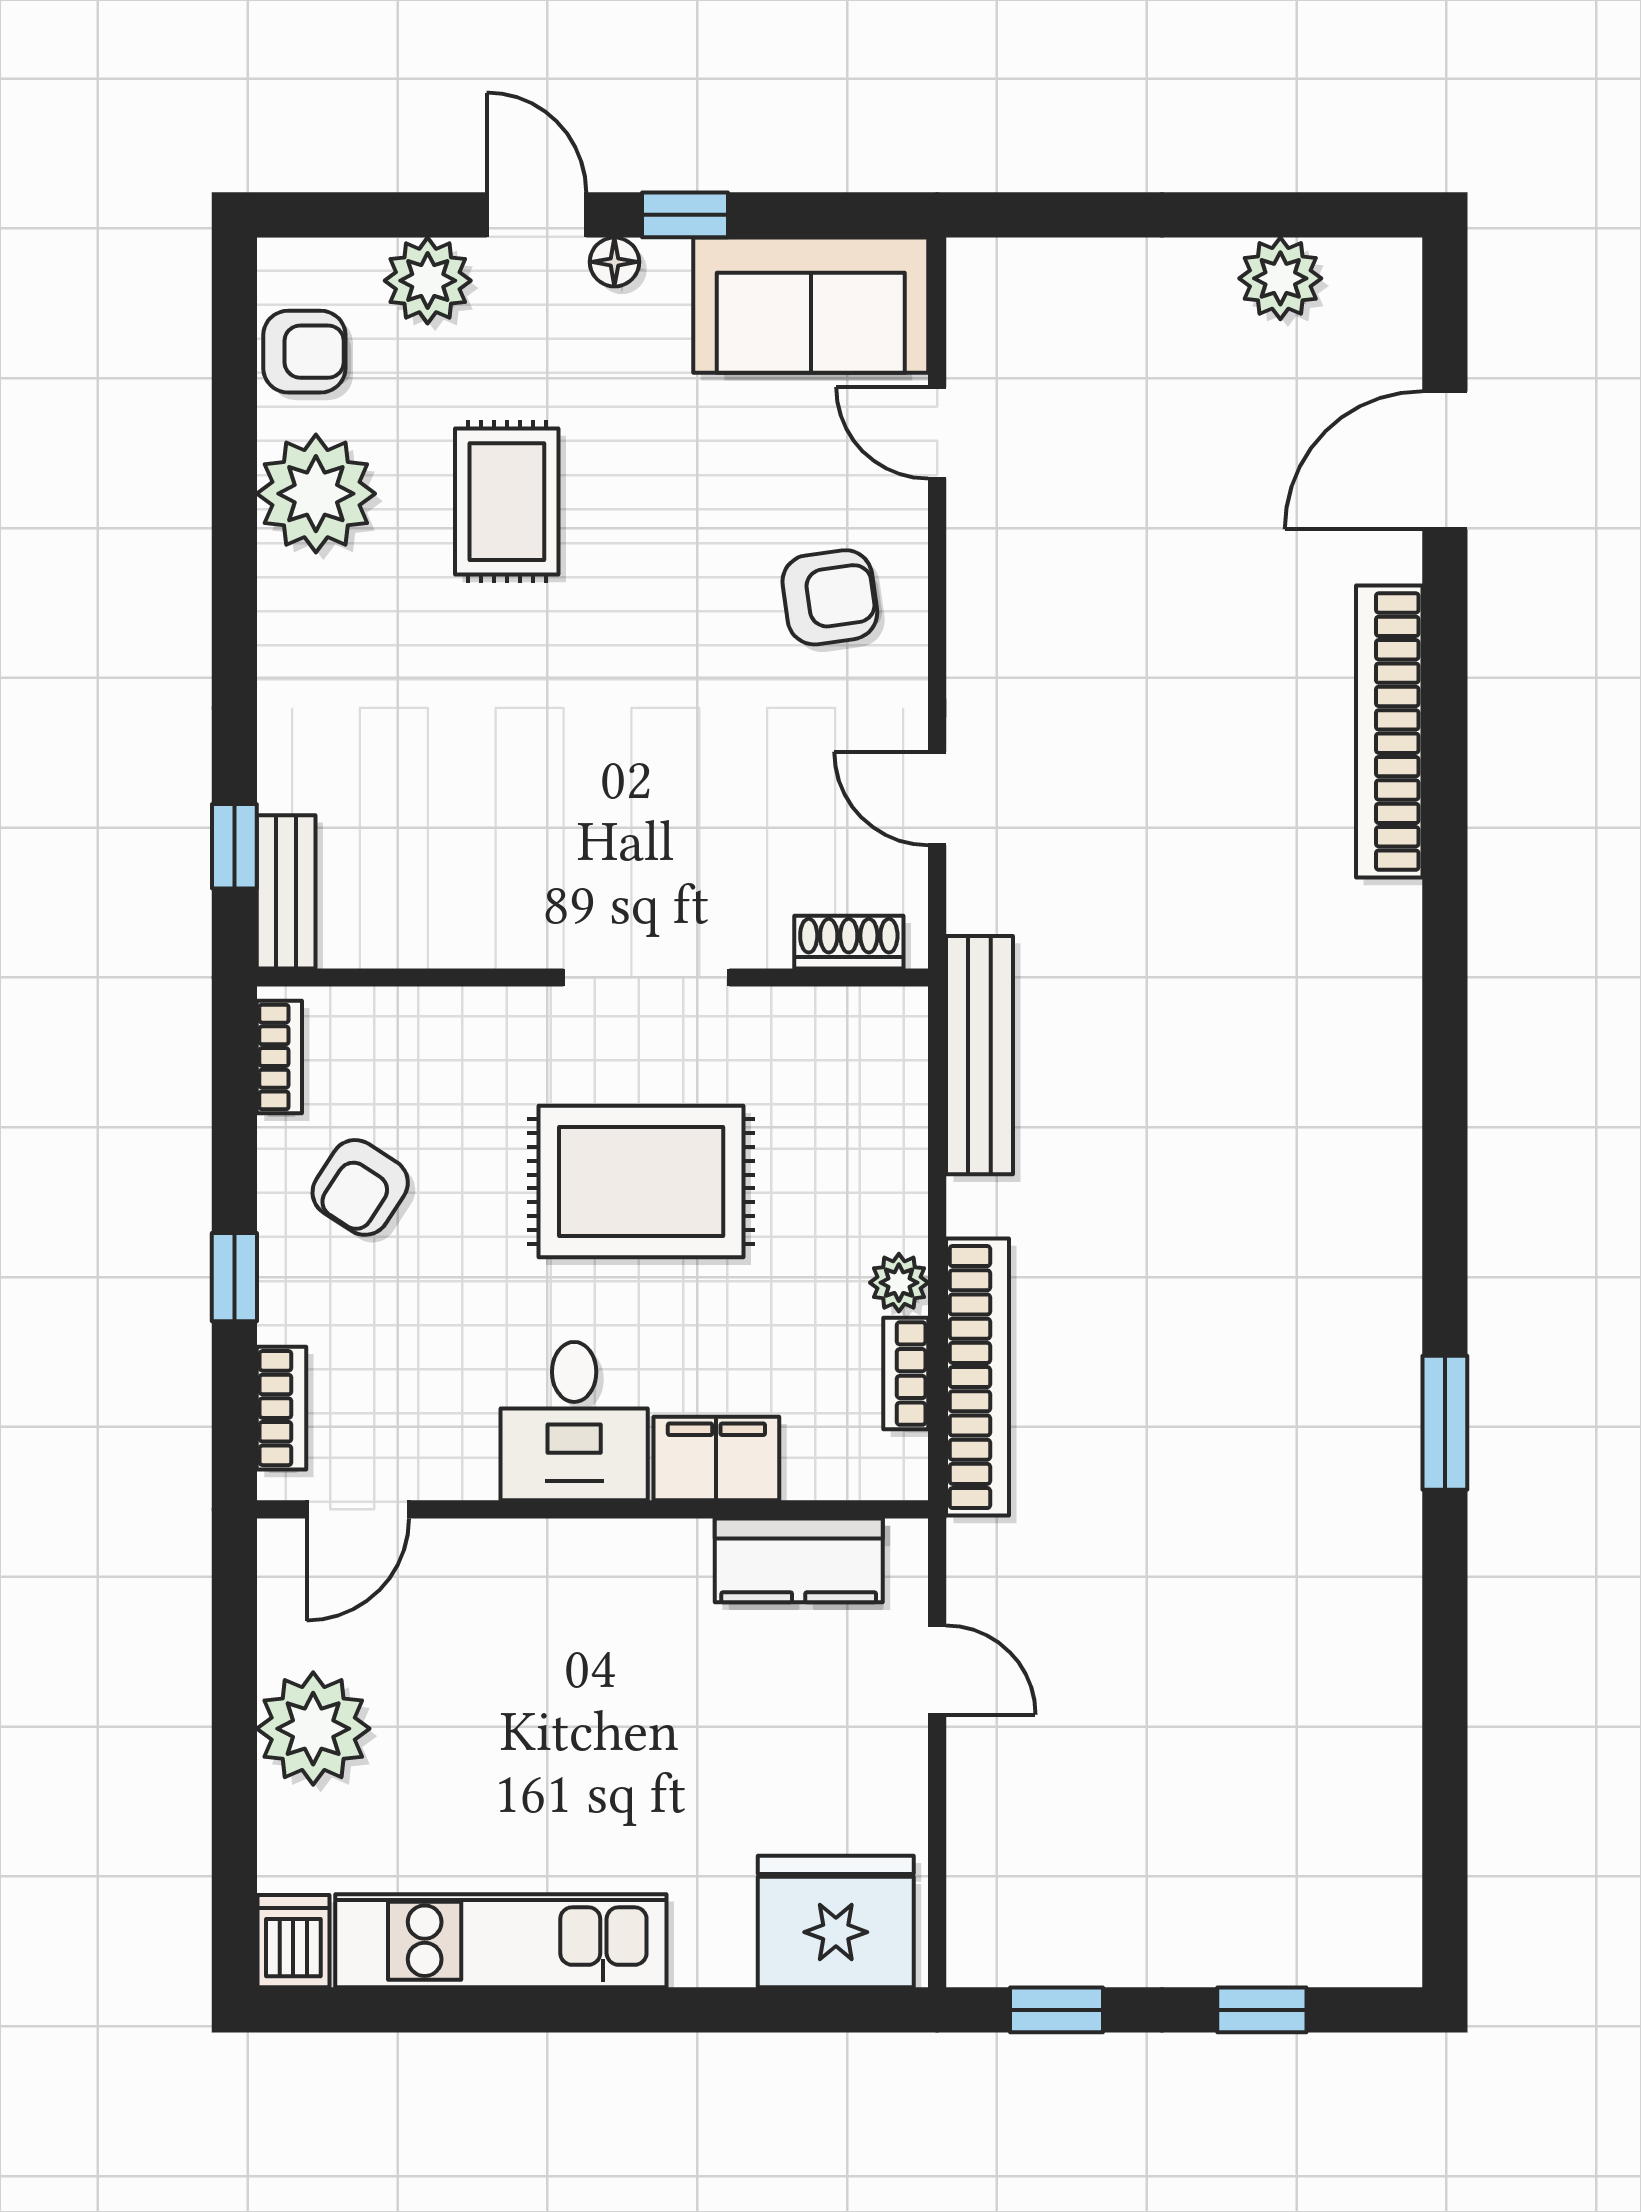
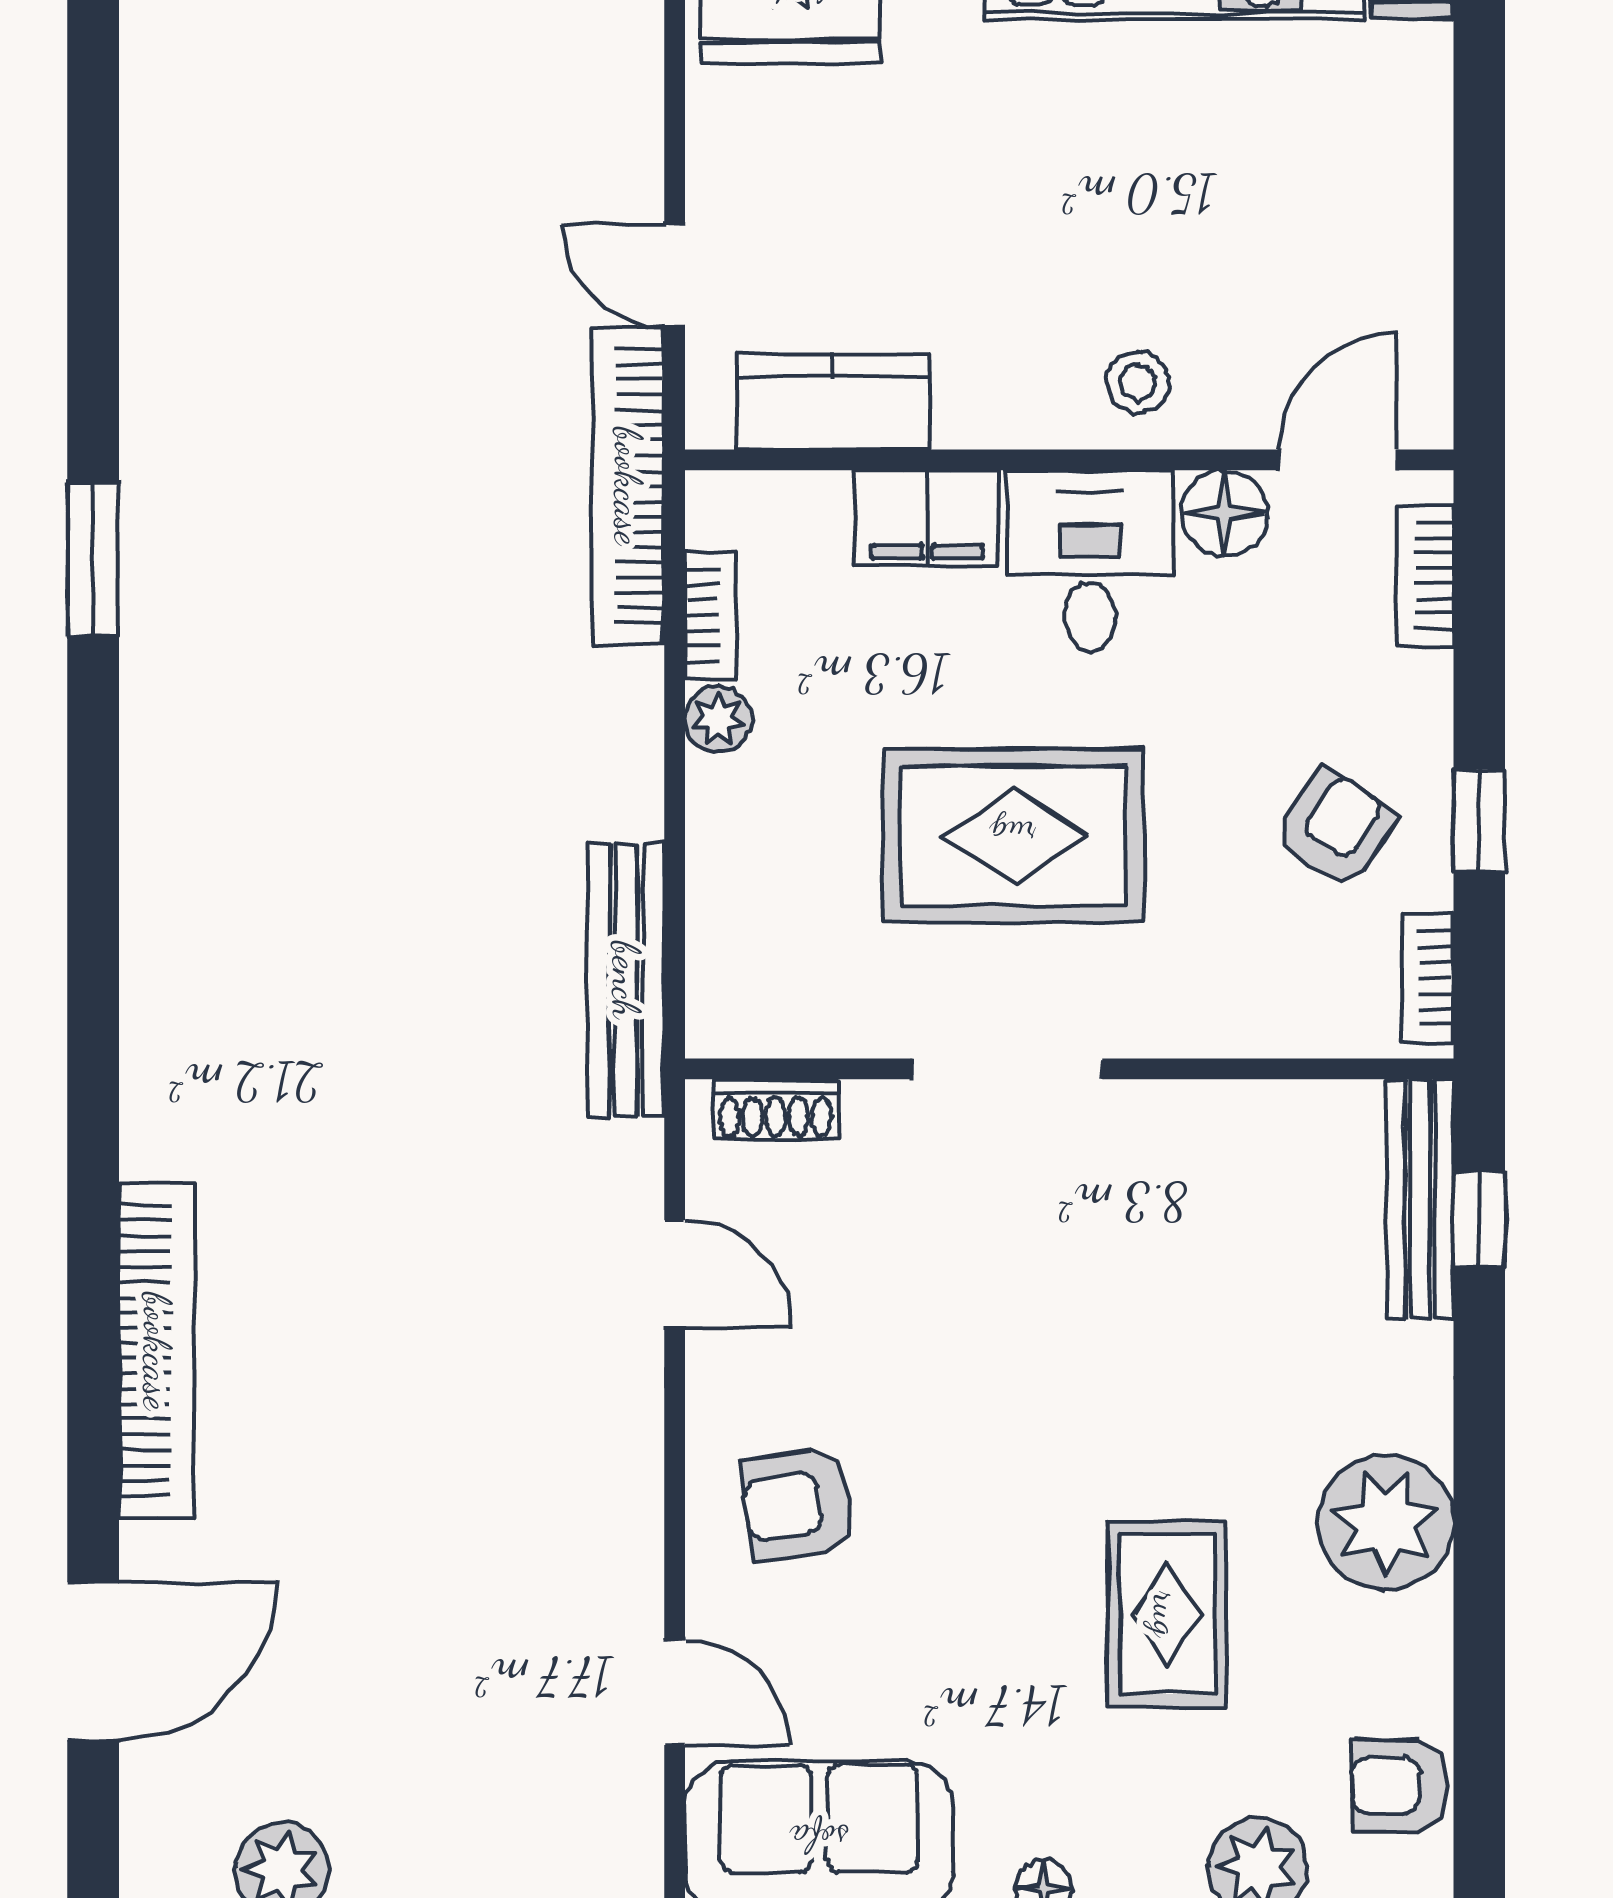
plant: (316, 494) -> (1386, 1522), moved
bench: (286, 892) -> (1420, 1199), width x1.36
window: (234, 1277) -> (1479, 820), moved
bookcase: (977, 1377) -> (628, 486), moved
floor lamp: (457, 1463) -> (1224, 513), added
stool: (533, 1577) -> (1138, 382), added
plant: (313, 1729) -> (1389, 209), removed

